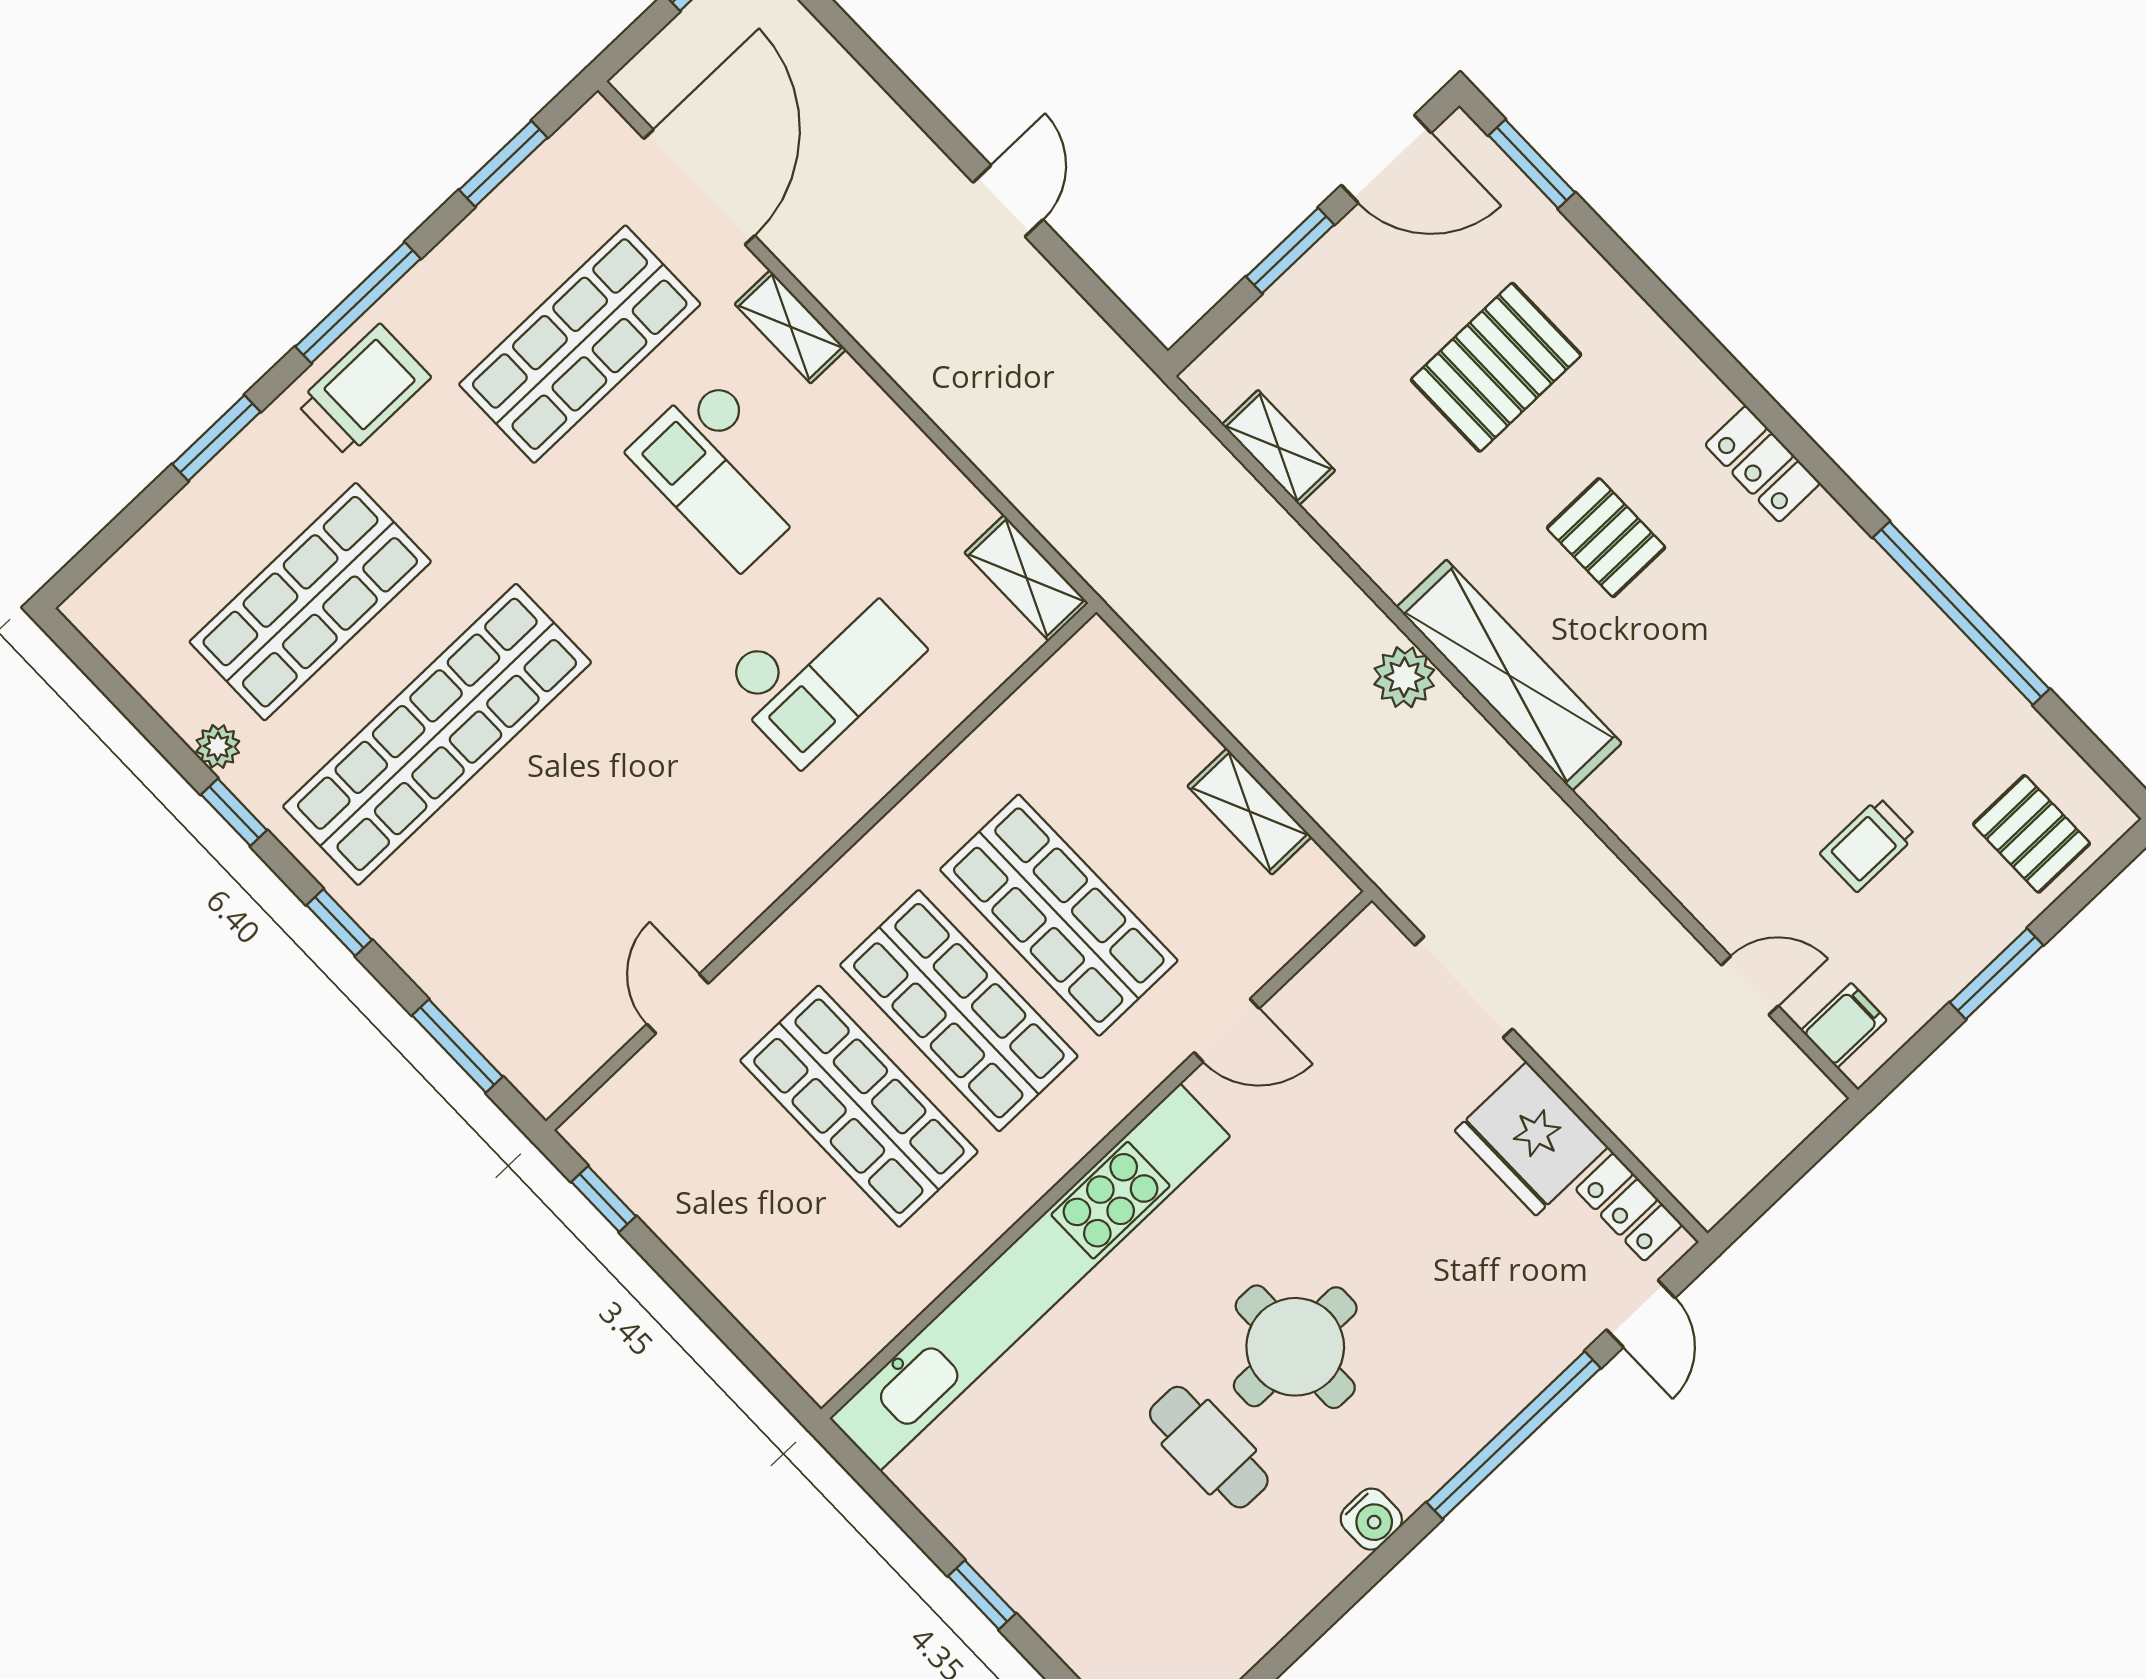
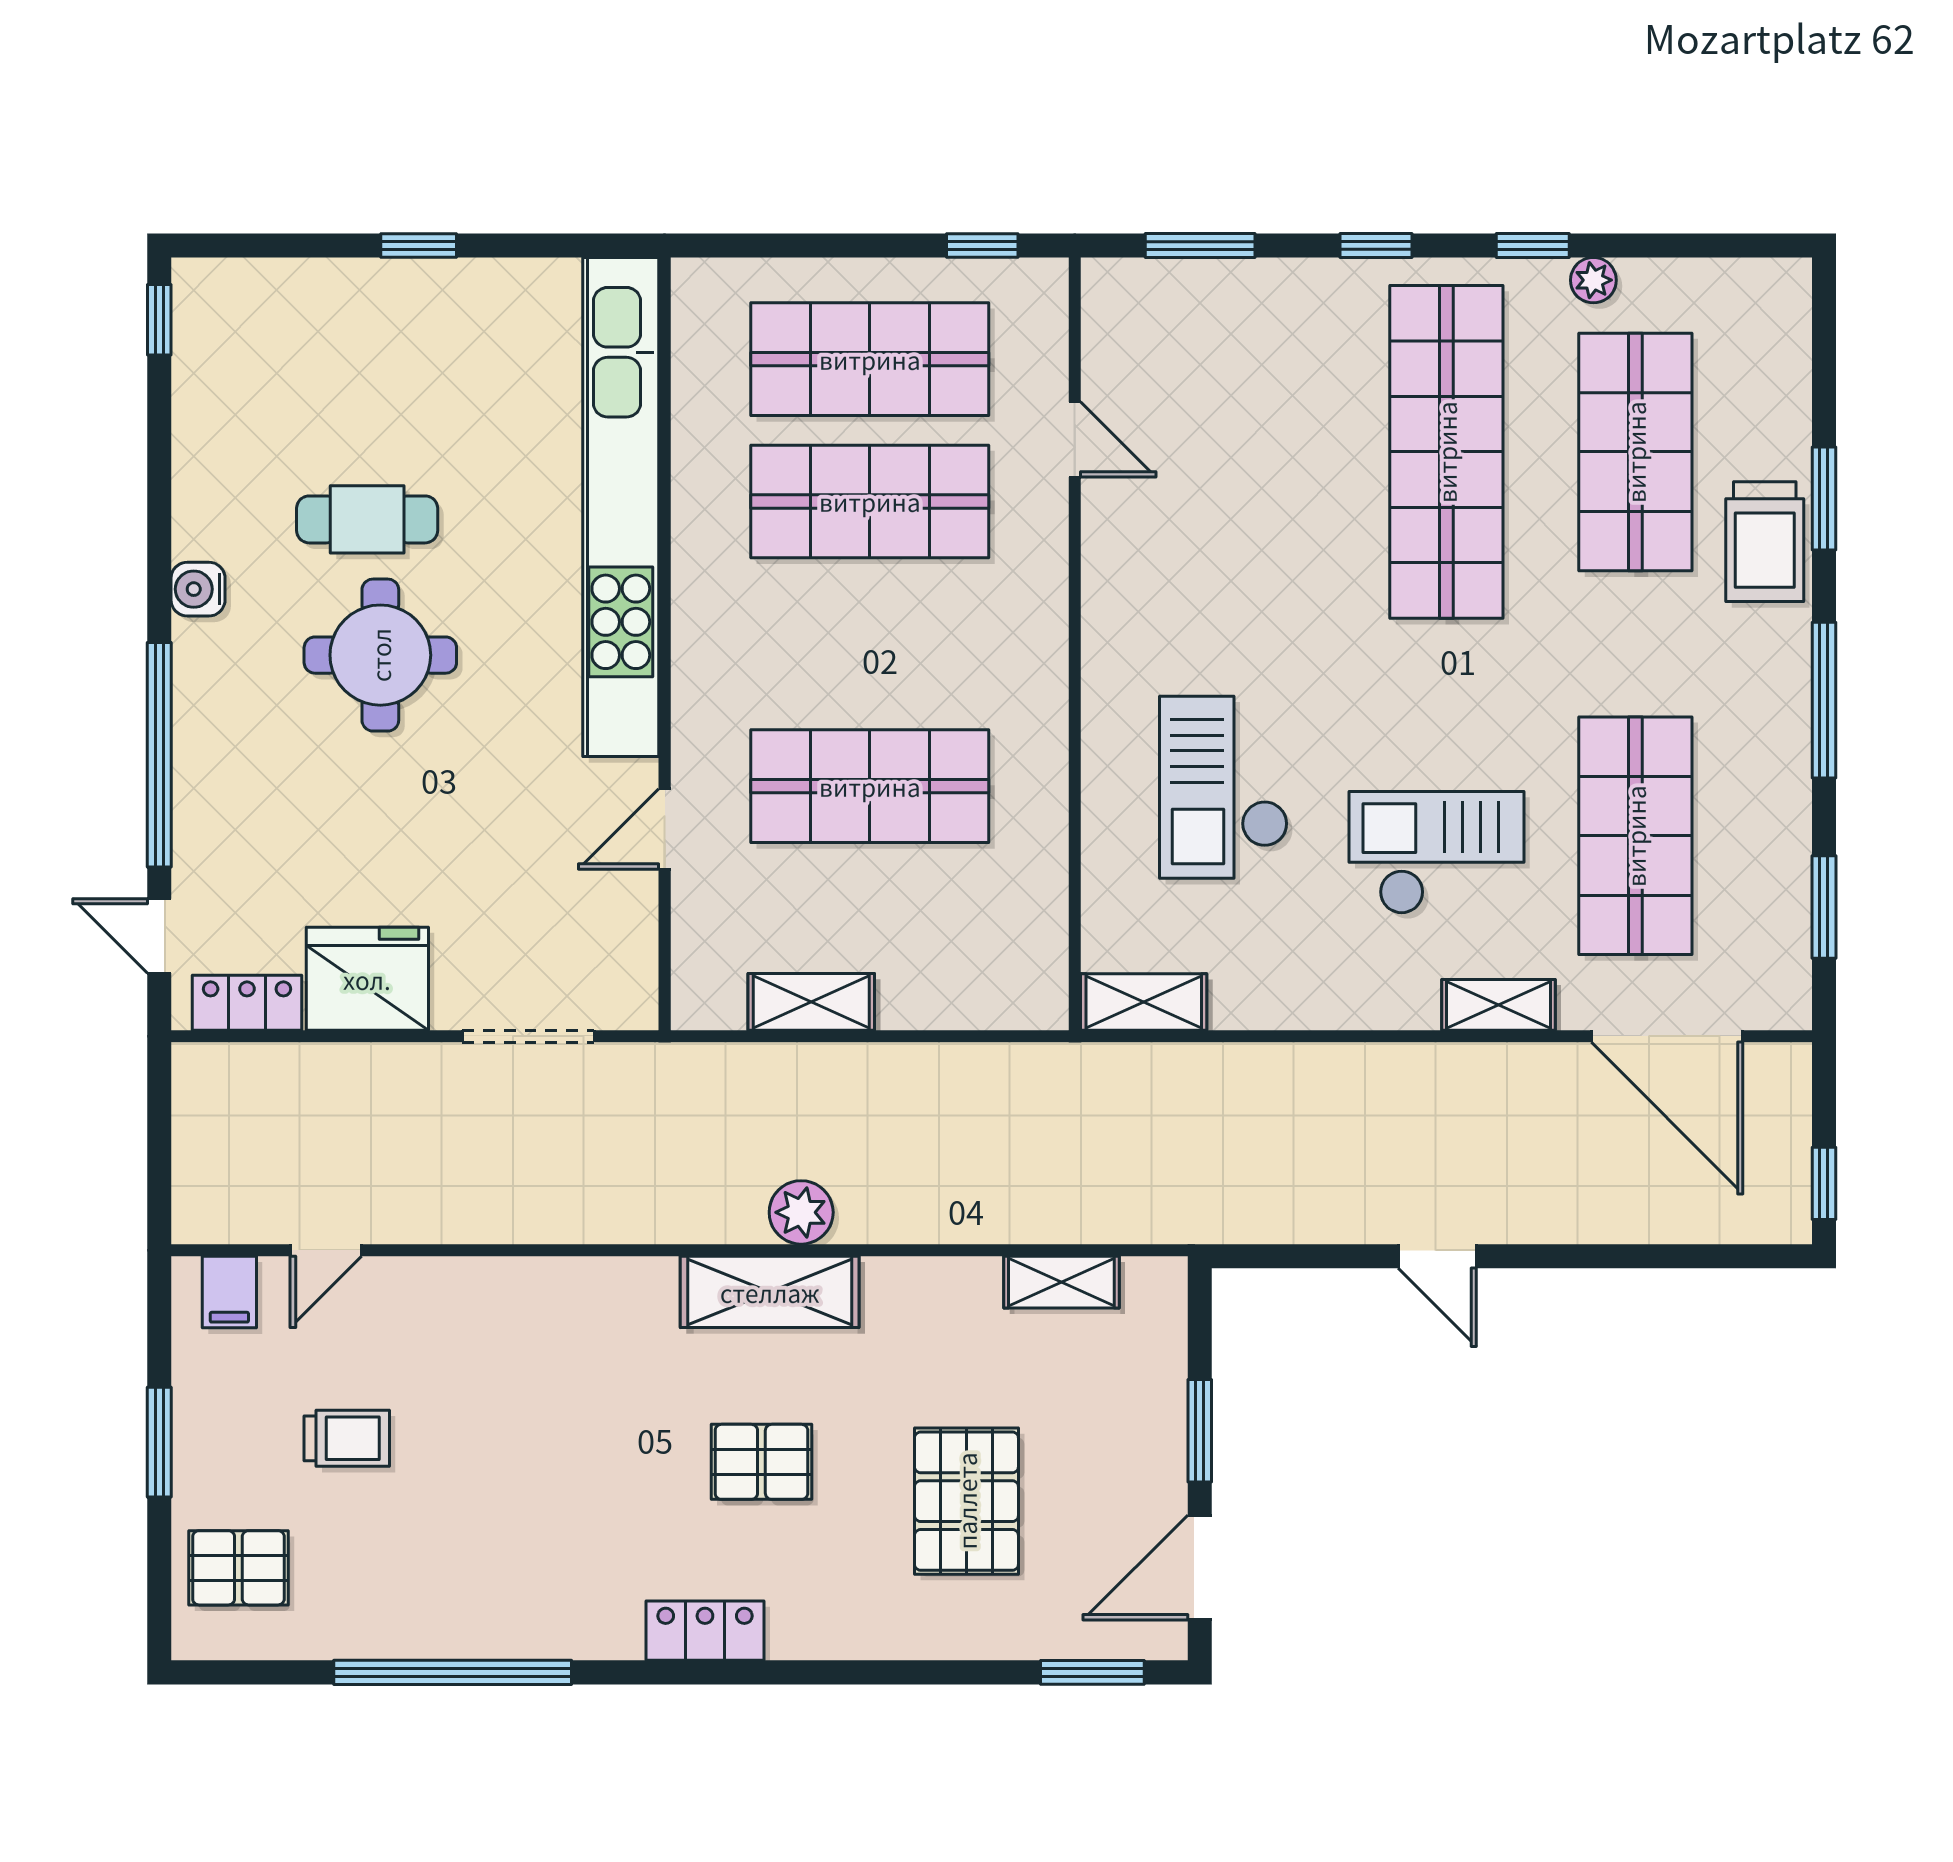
trolley: (364, 390) -> (1765, 542), moved
shelving: (1509, 675) -> (770, 1292), width x0.68
trolley: (1868, 845) -> (347, 1438), turned 90
shop shelf: (959, 1011) -> (870, 359), moved

